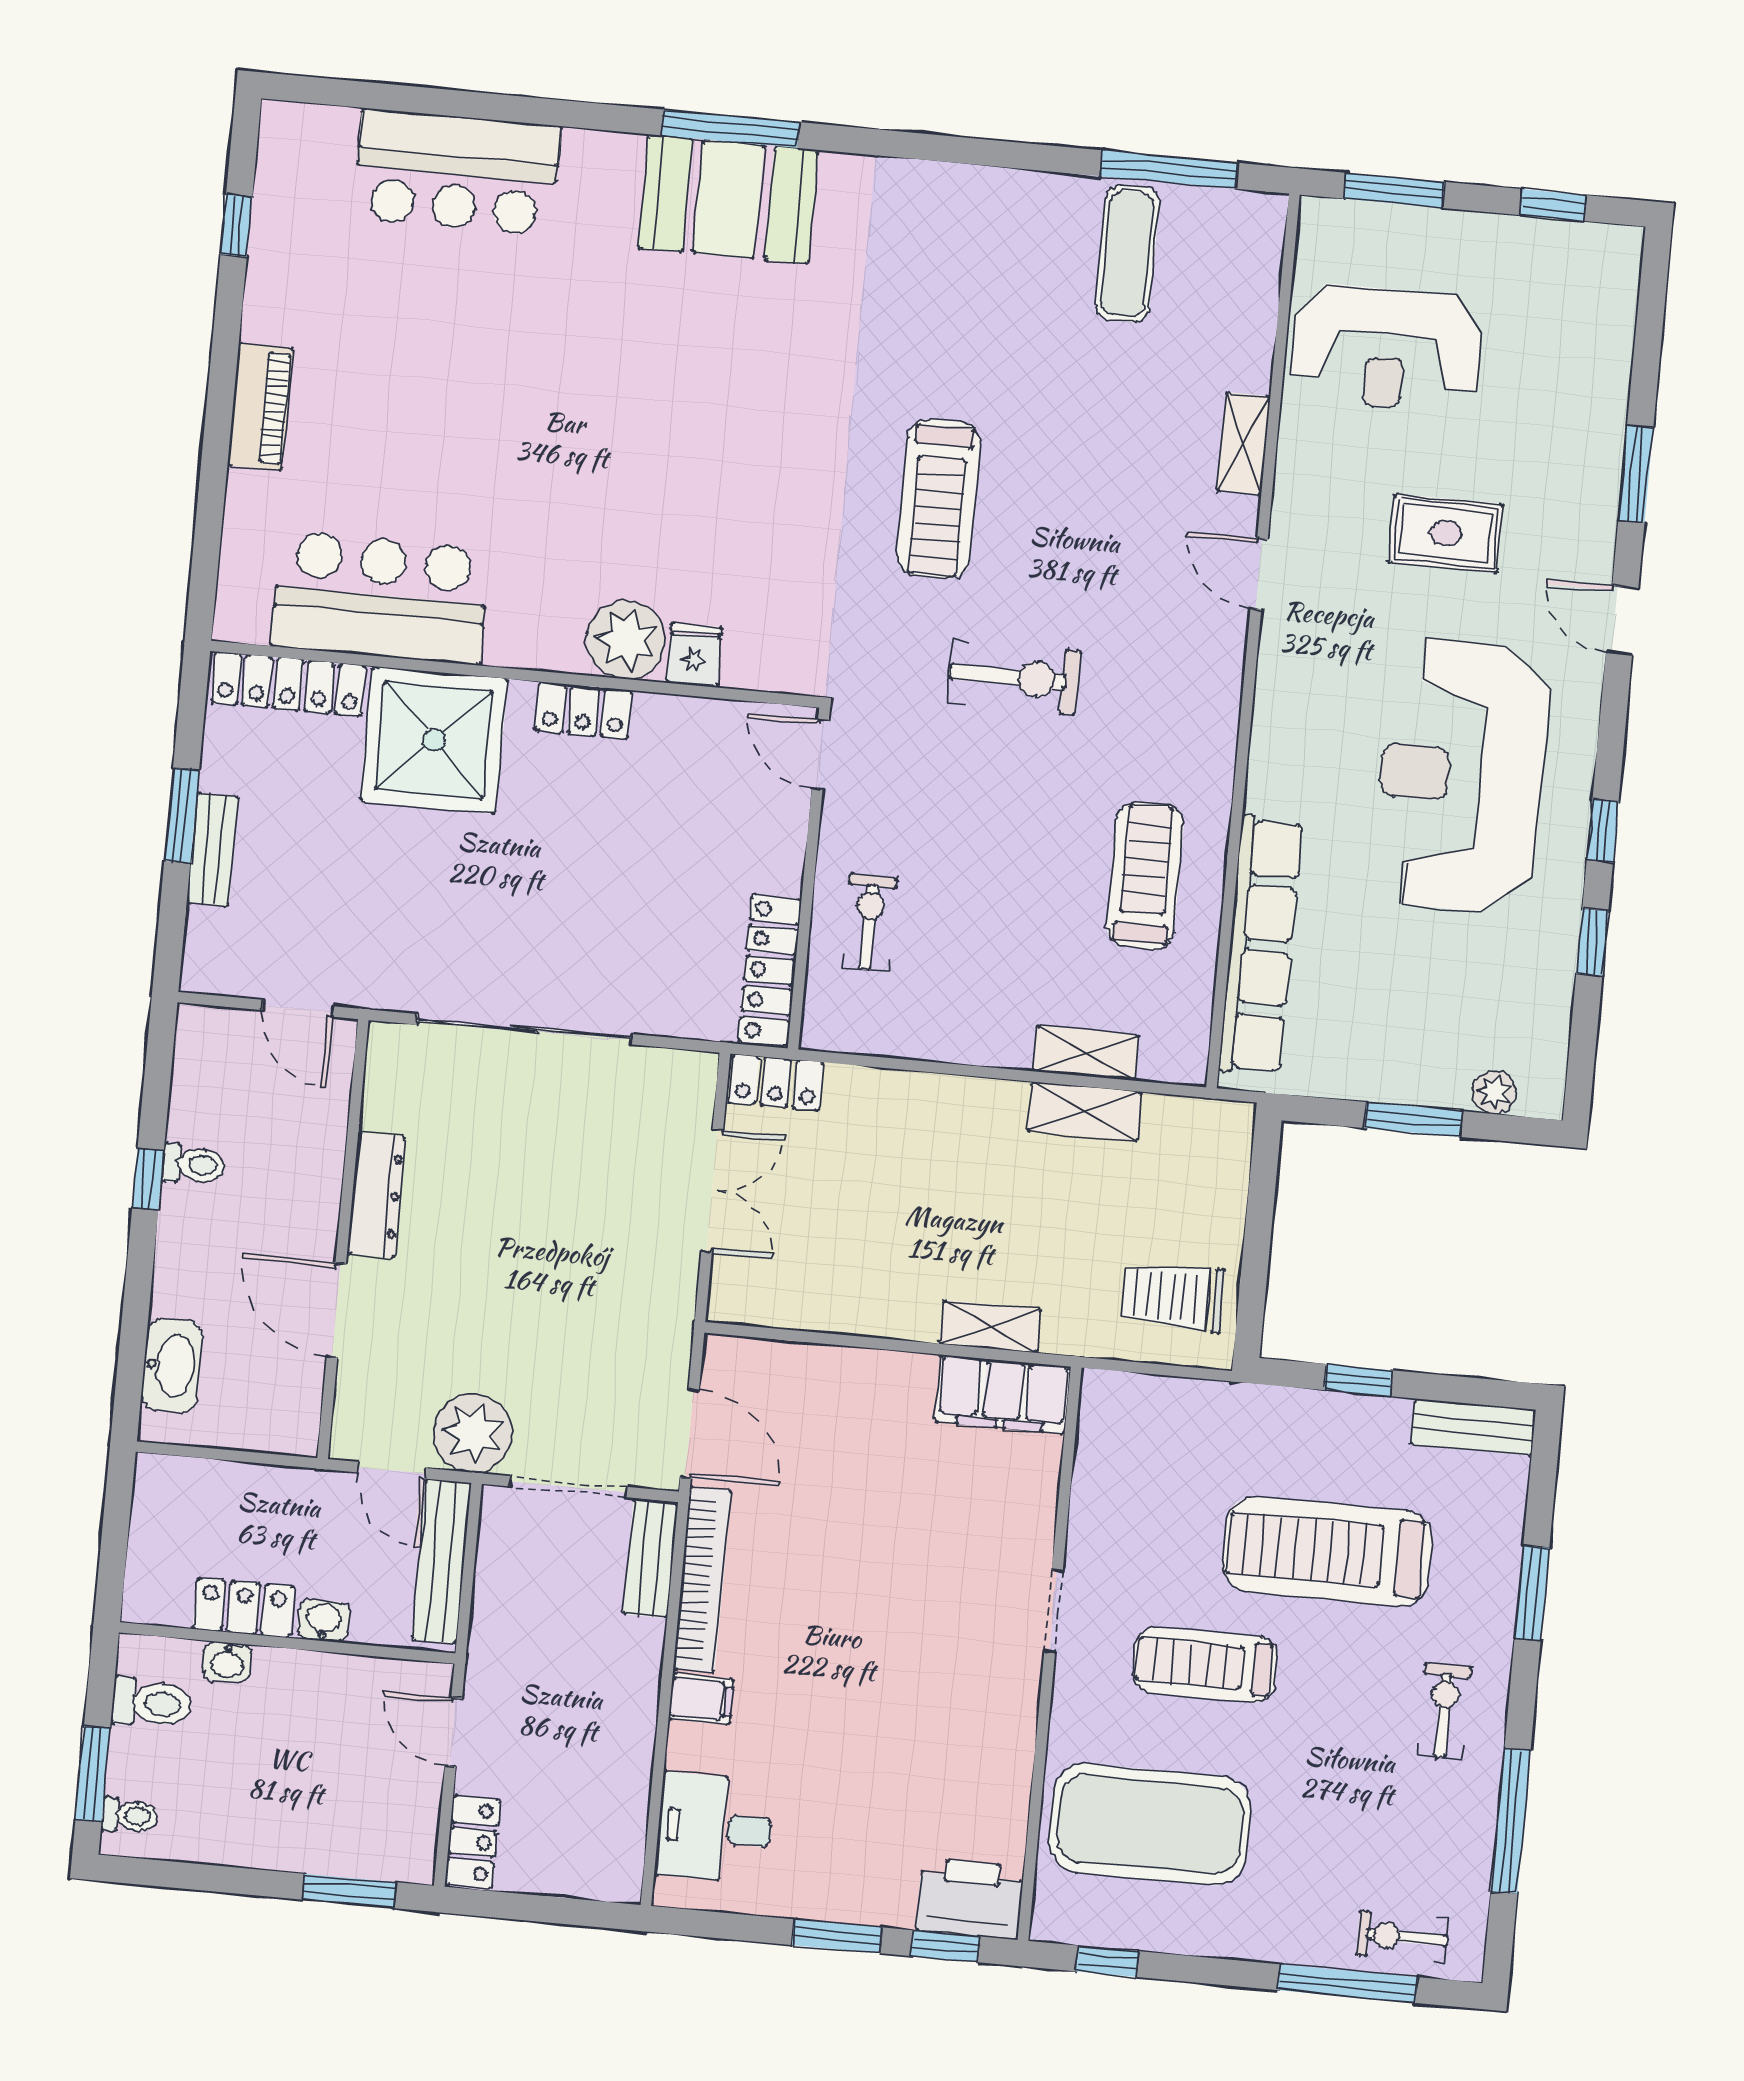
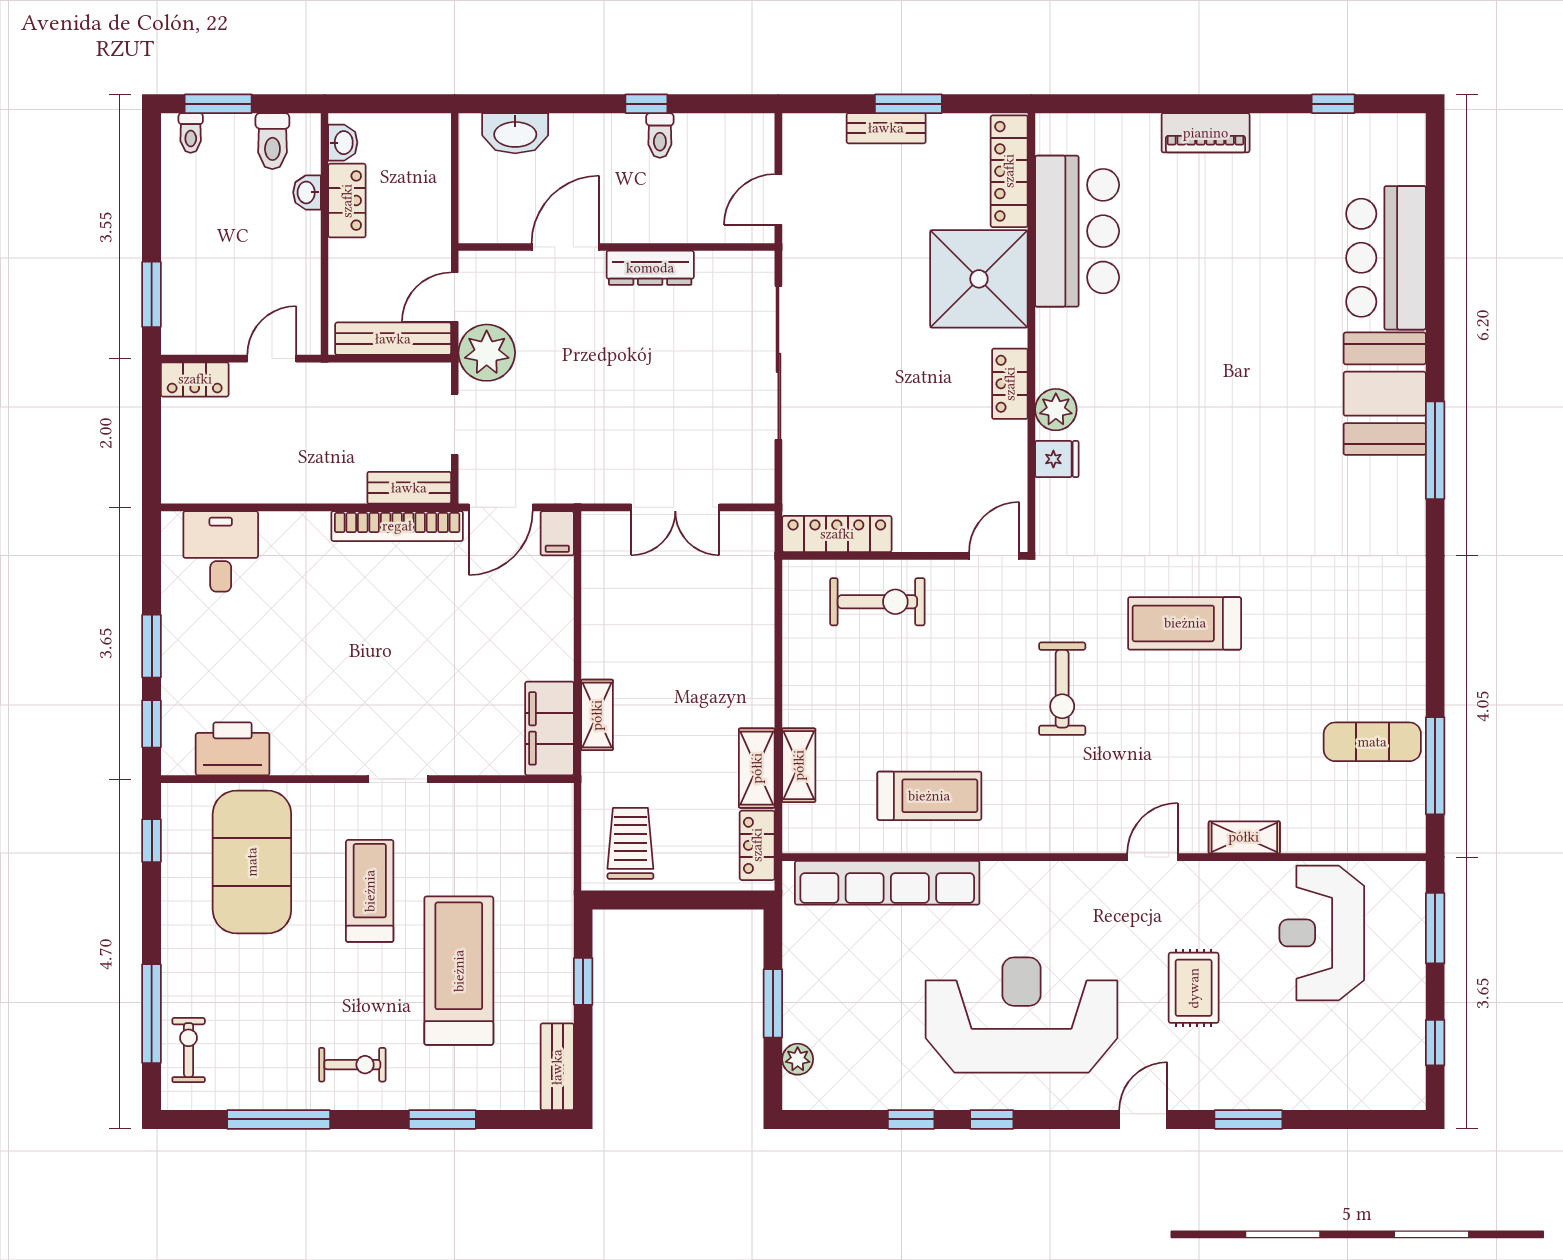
booth: (728, 199) -> (1385, 394), moved
plant: (626, 640) -> (1056, 410), width x0.73, depth x0.73
exercise bike: (869, 923) -> (877, 602), width x1.38, depth x1.39
locker: (776, 1082) -> (757, 845), moved
doorway: (568, 1487) -> (455, 424), width x0.73
washbasin: (324, 1621) -> (343, 143), moved
filing cabinet: (701, 1699) -> (557, 533), moved
printer: (970, 1898) -> (233, 749), moved, turned -90

